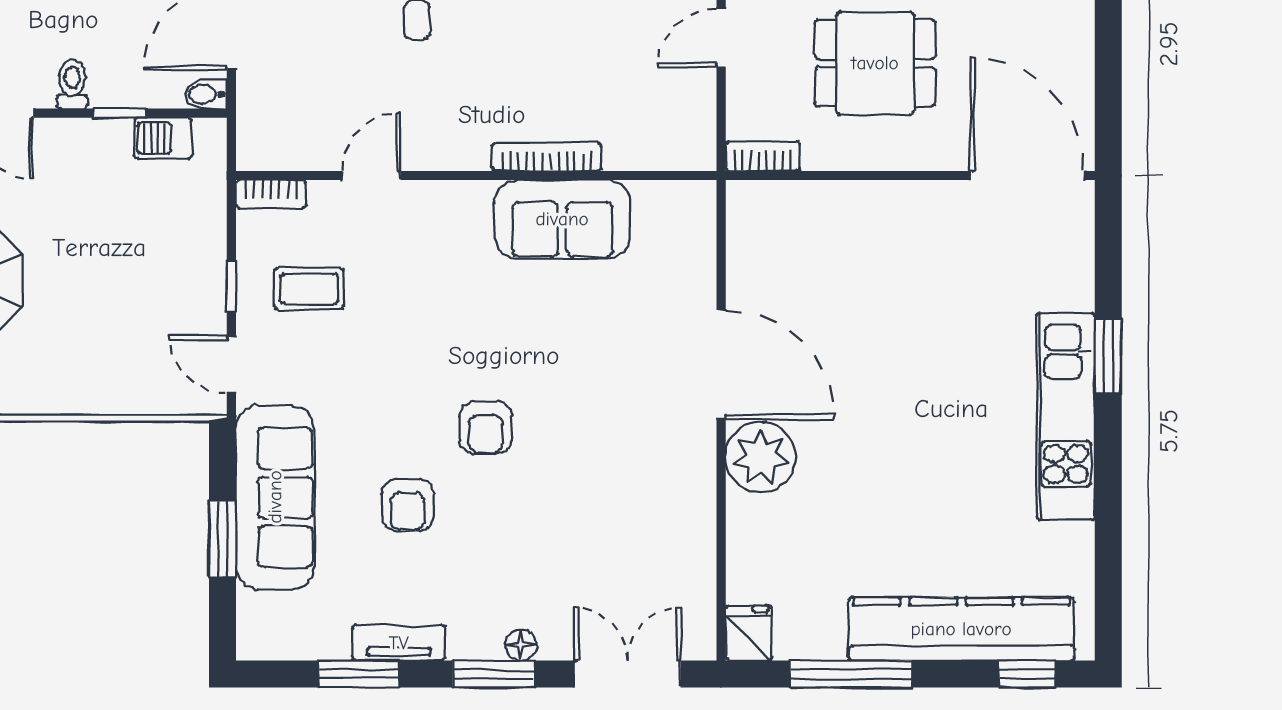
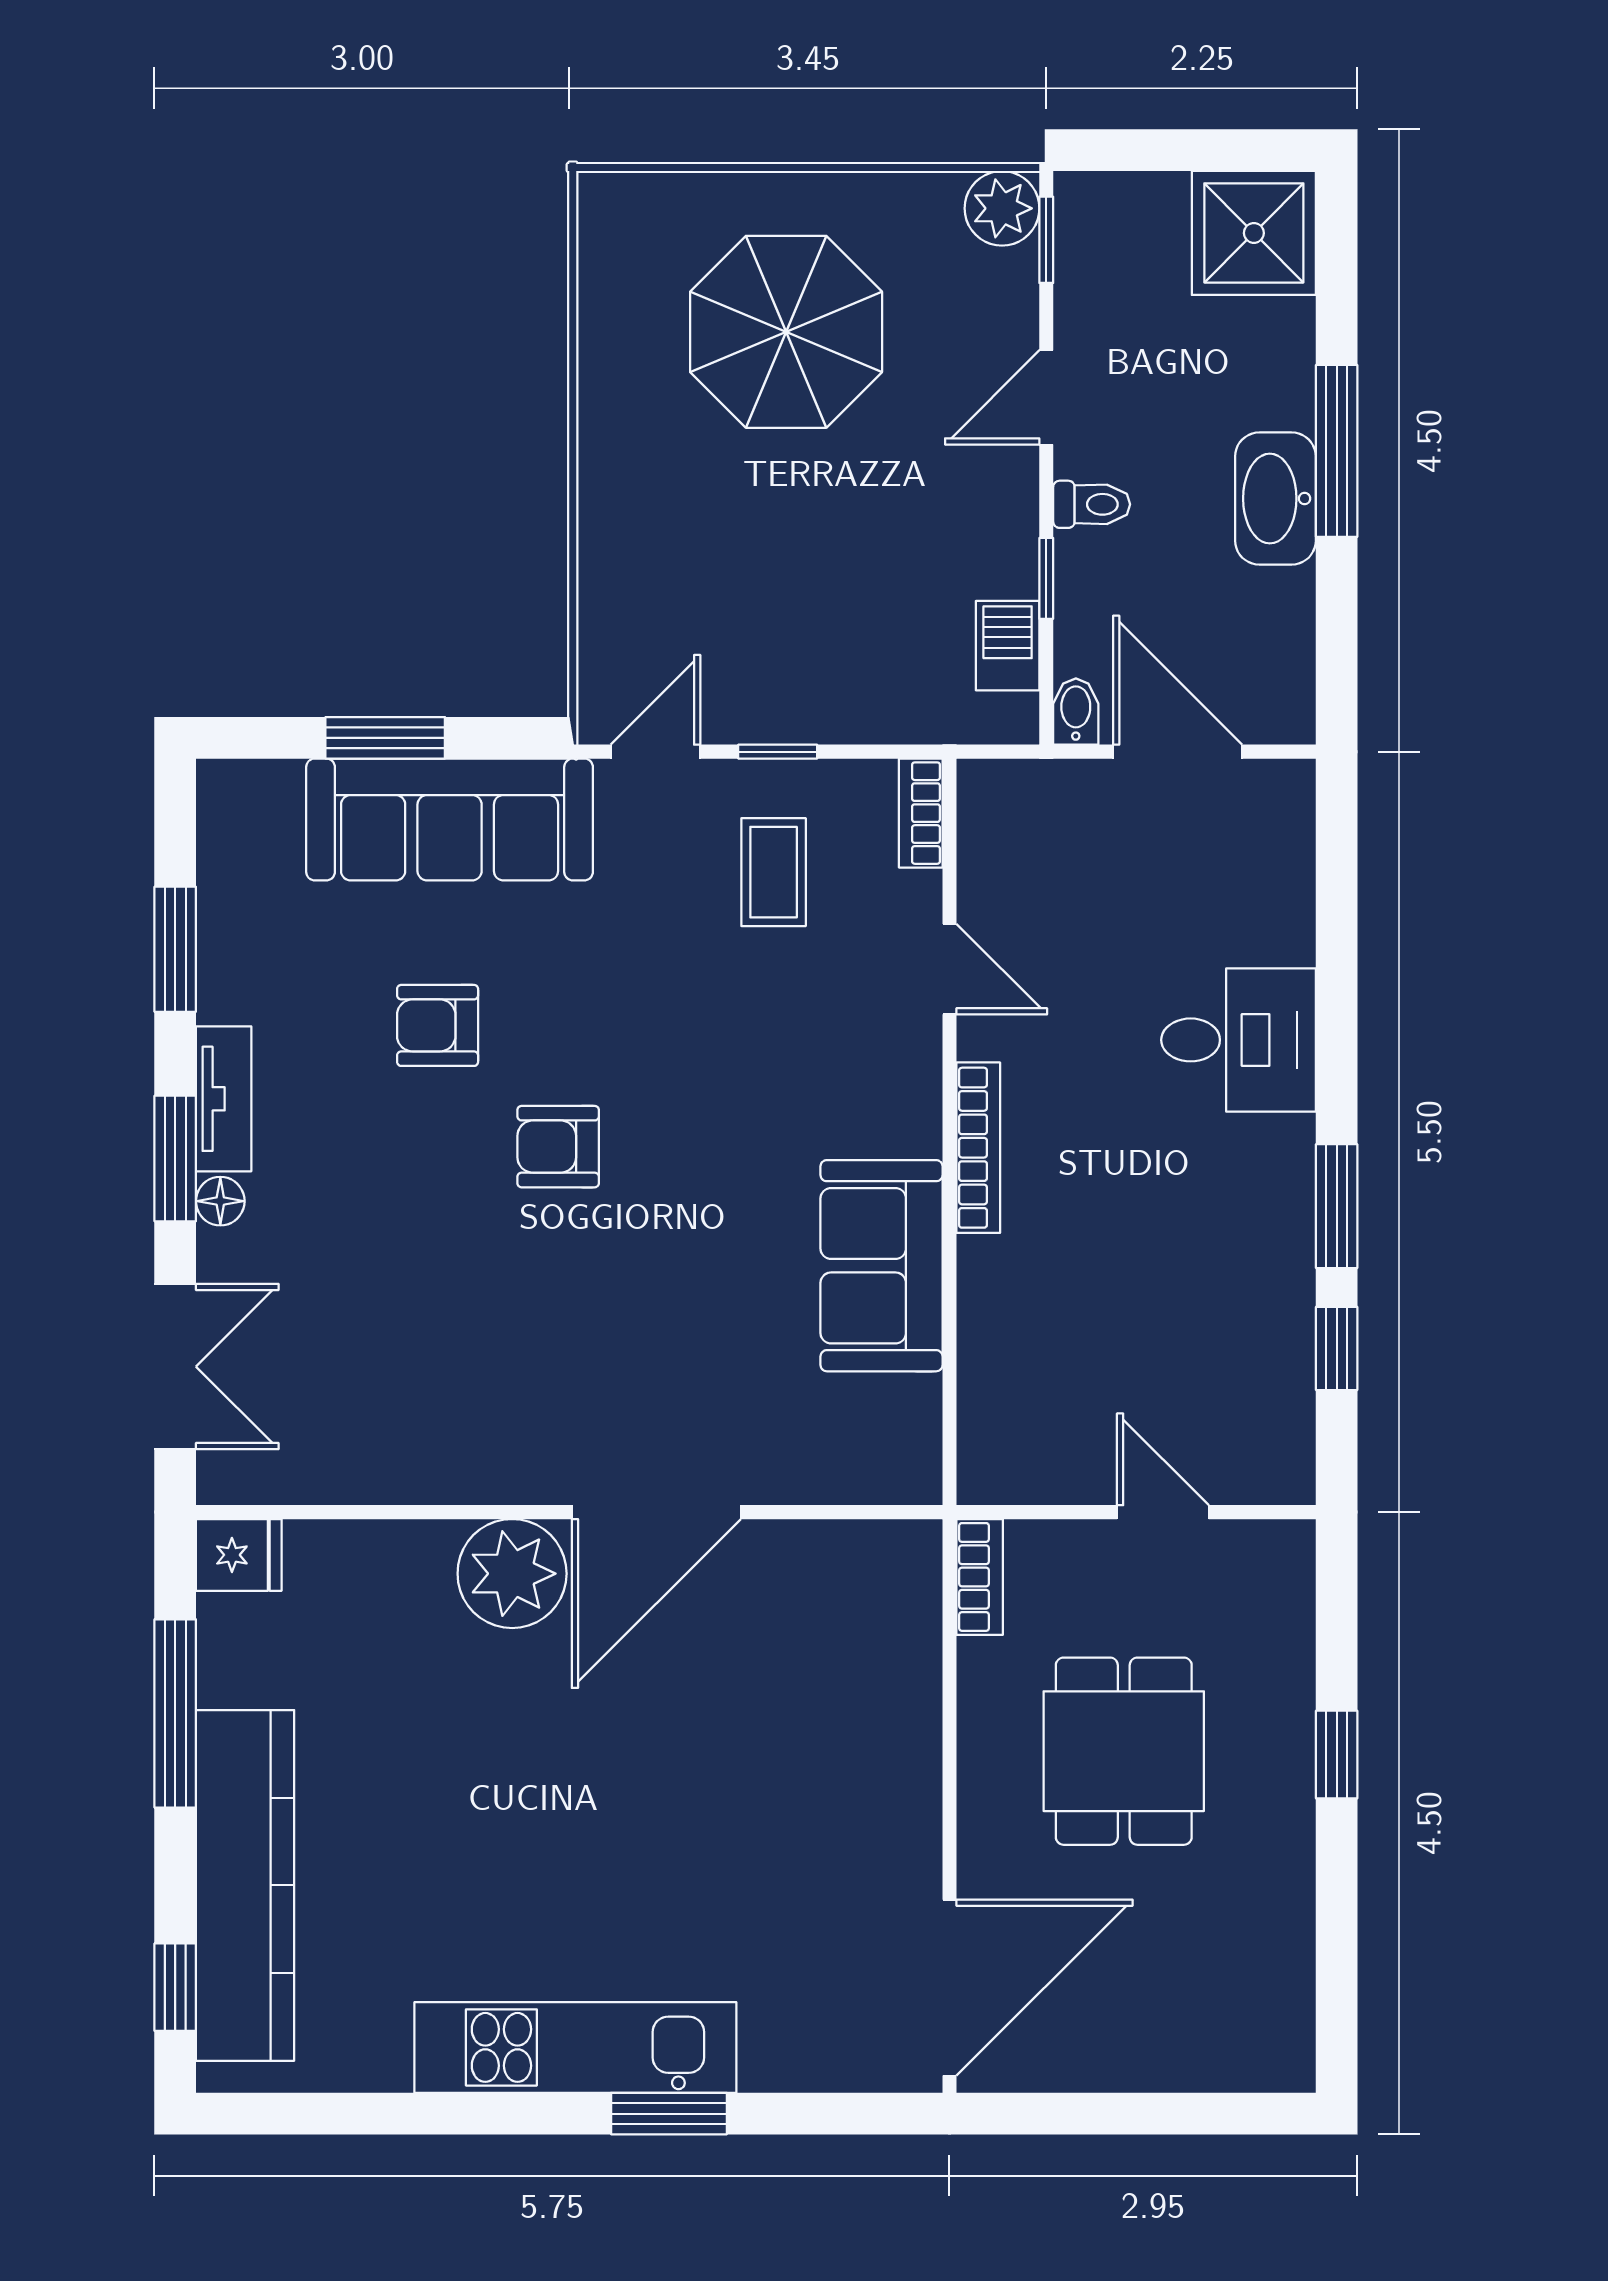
bookcase: (547, 157) -> (978, 1148), moved
tv unit: (399, 643) -> (224, 1099), moved

